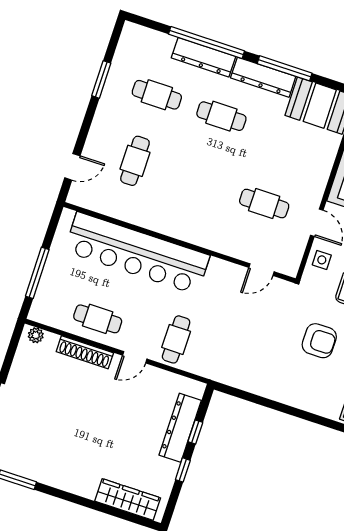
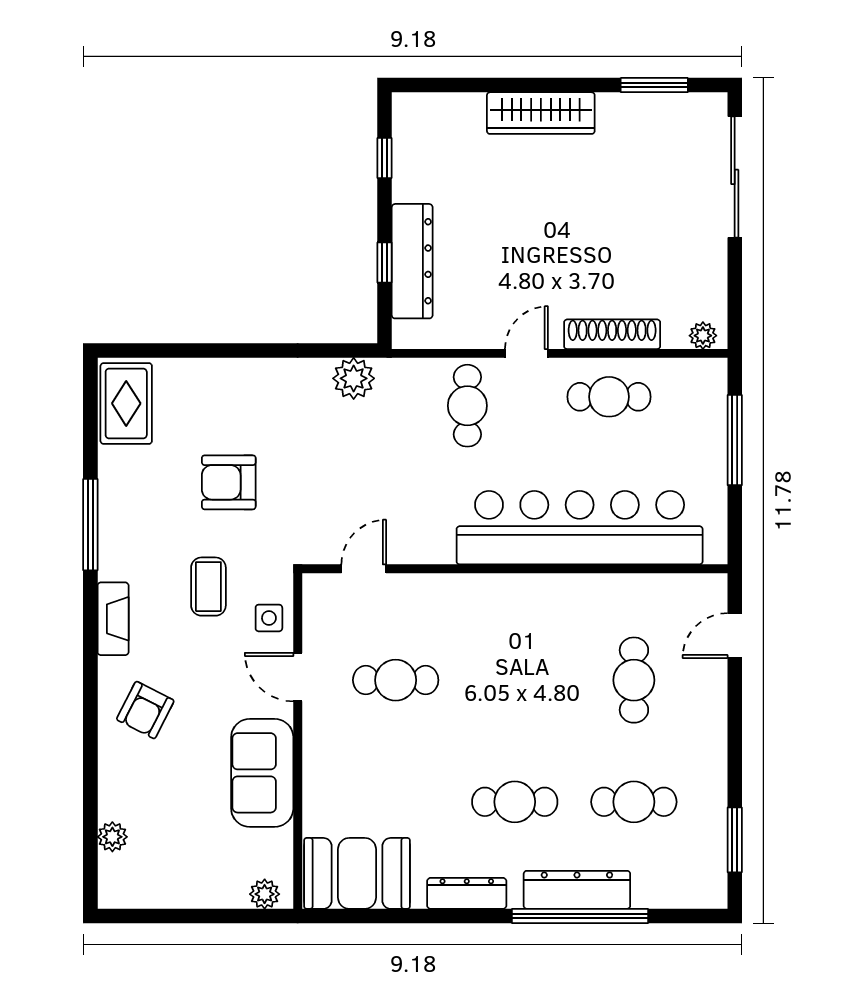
window: (285, 68) -> (436, 916), removed
dresser: (263, 77) -> (467, 893), width x0.73, depth x0.80
window: (101, 79) -> (735, 840), moved
plant: (233, 375) -> (354, 378), added
window: (183, 470) -> (385, 158), moved
wardrobe: (128, 500) -> (541, 113), moved

